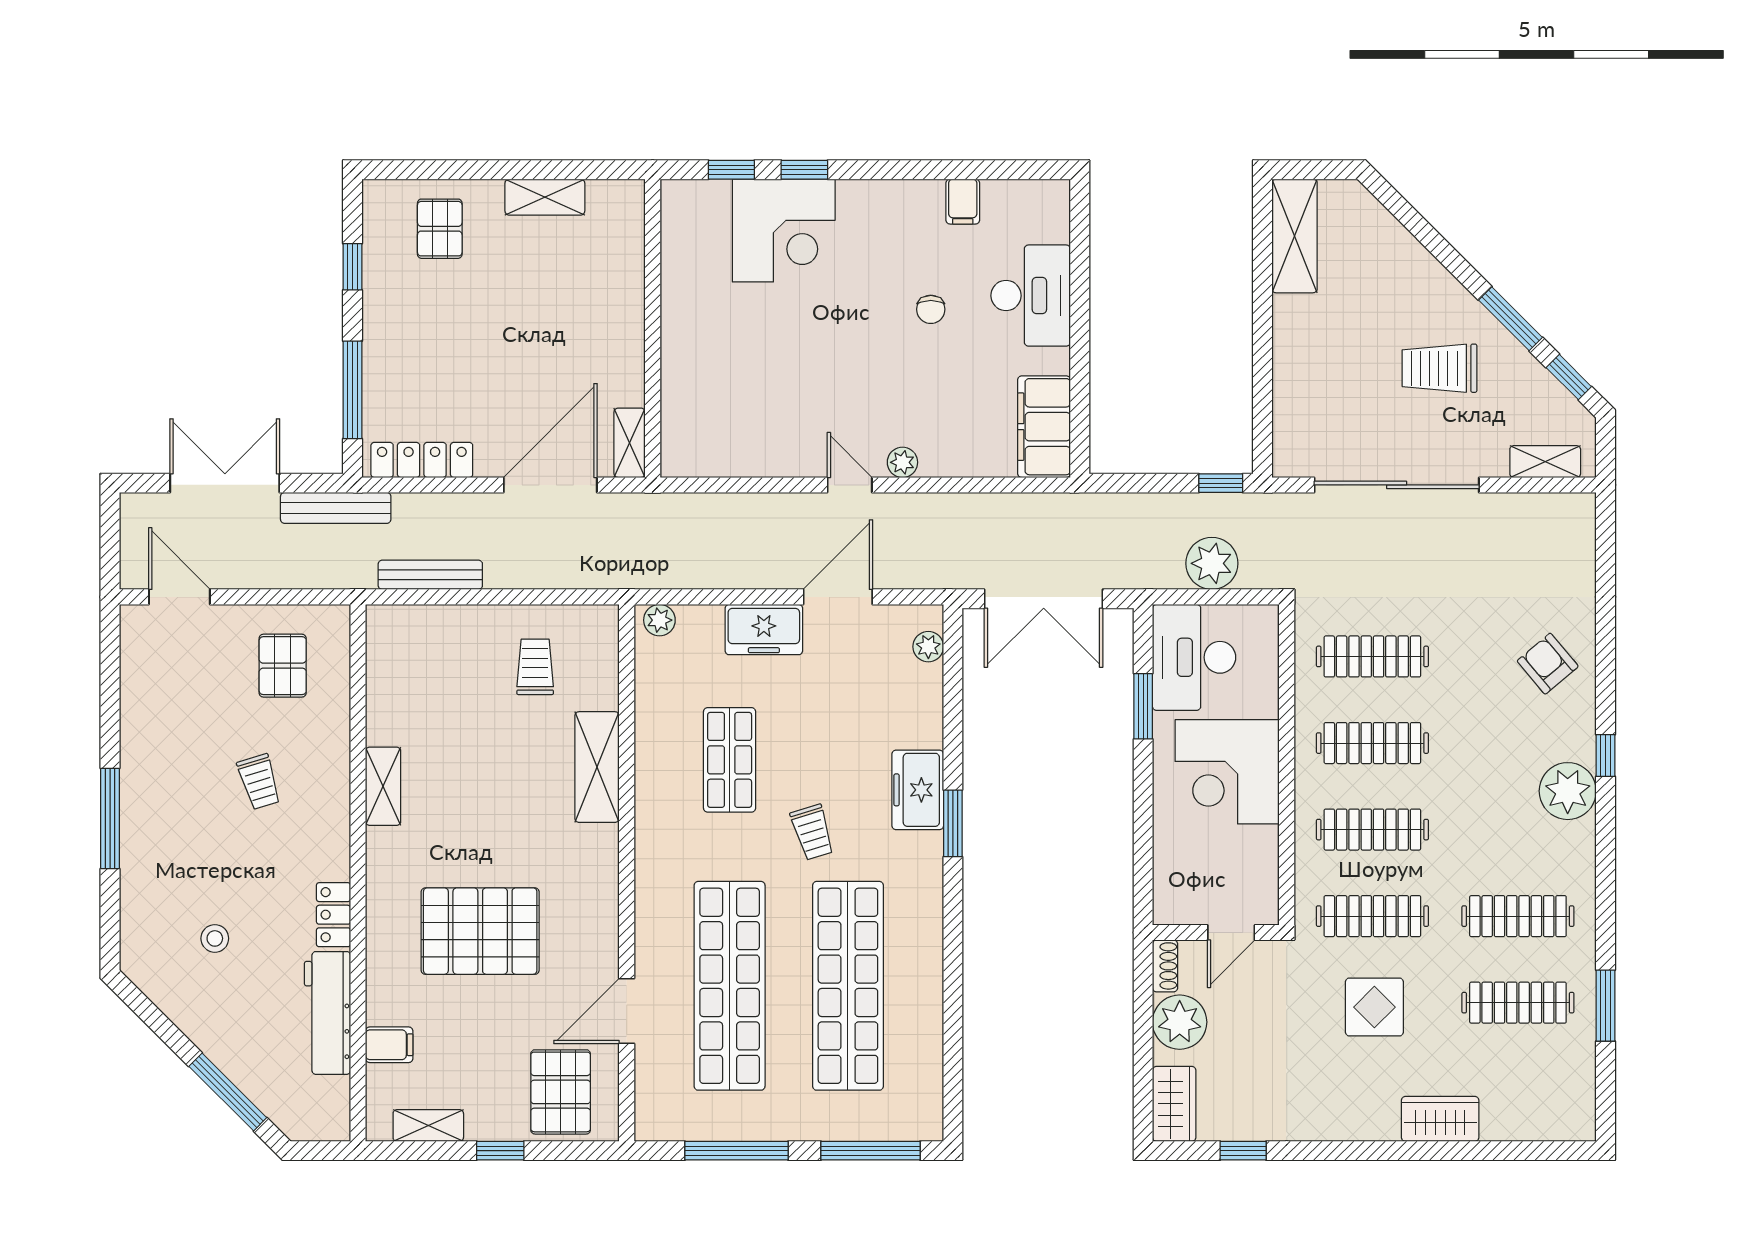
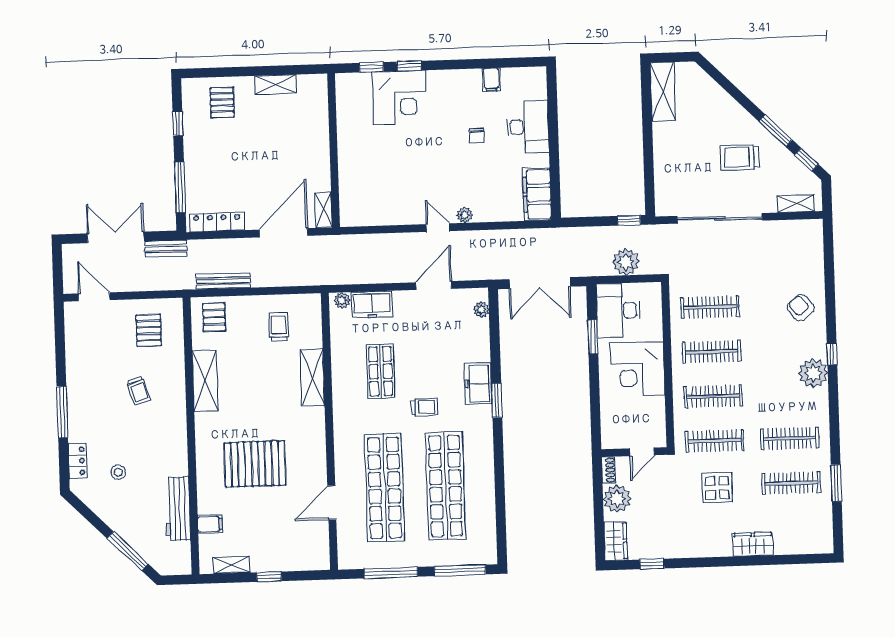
bench: (336, 508) -> (166, 248), width x0.73
freezer: (764, 630) -> (372, 304), moved
shelving: (383, 786) -> (205, 381), width x1.50, depth x1.33
trolley: (812, 832) -> (424, 407), turned -73
locker: (333, 915) -> (78, 461), moved, turned 180
pallet: (561, 1092) -> (214, 317), moved, width x0.67, depth x0.71

